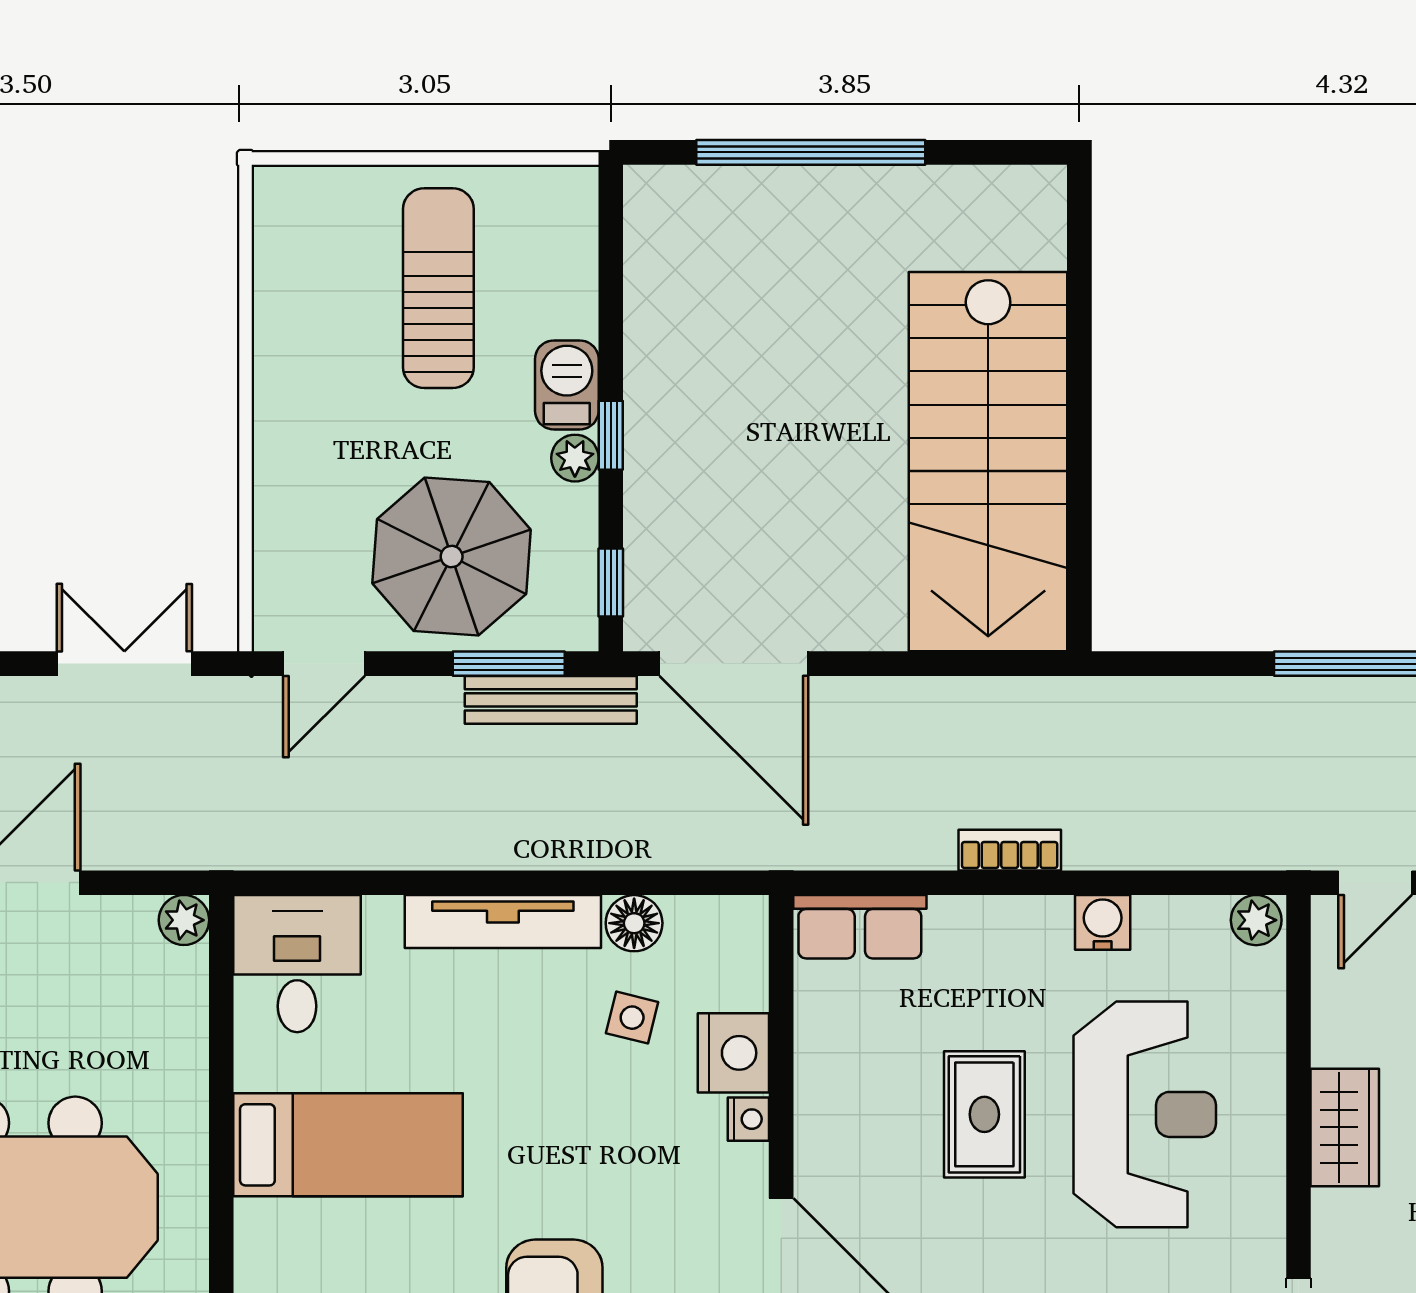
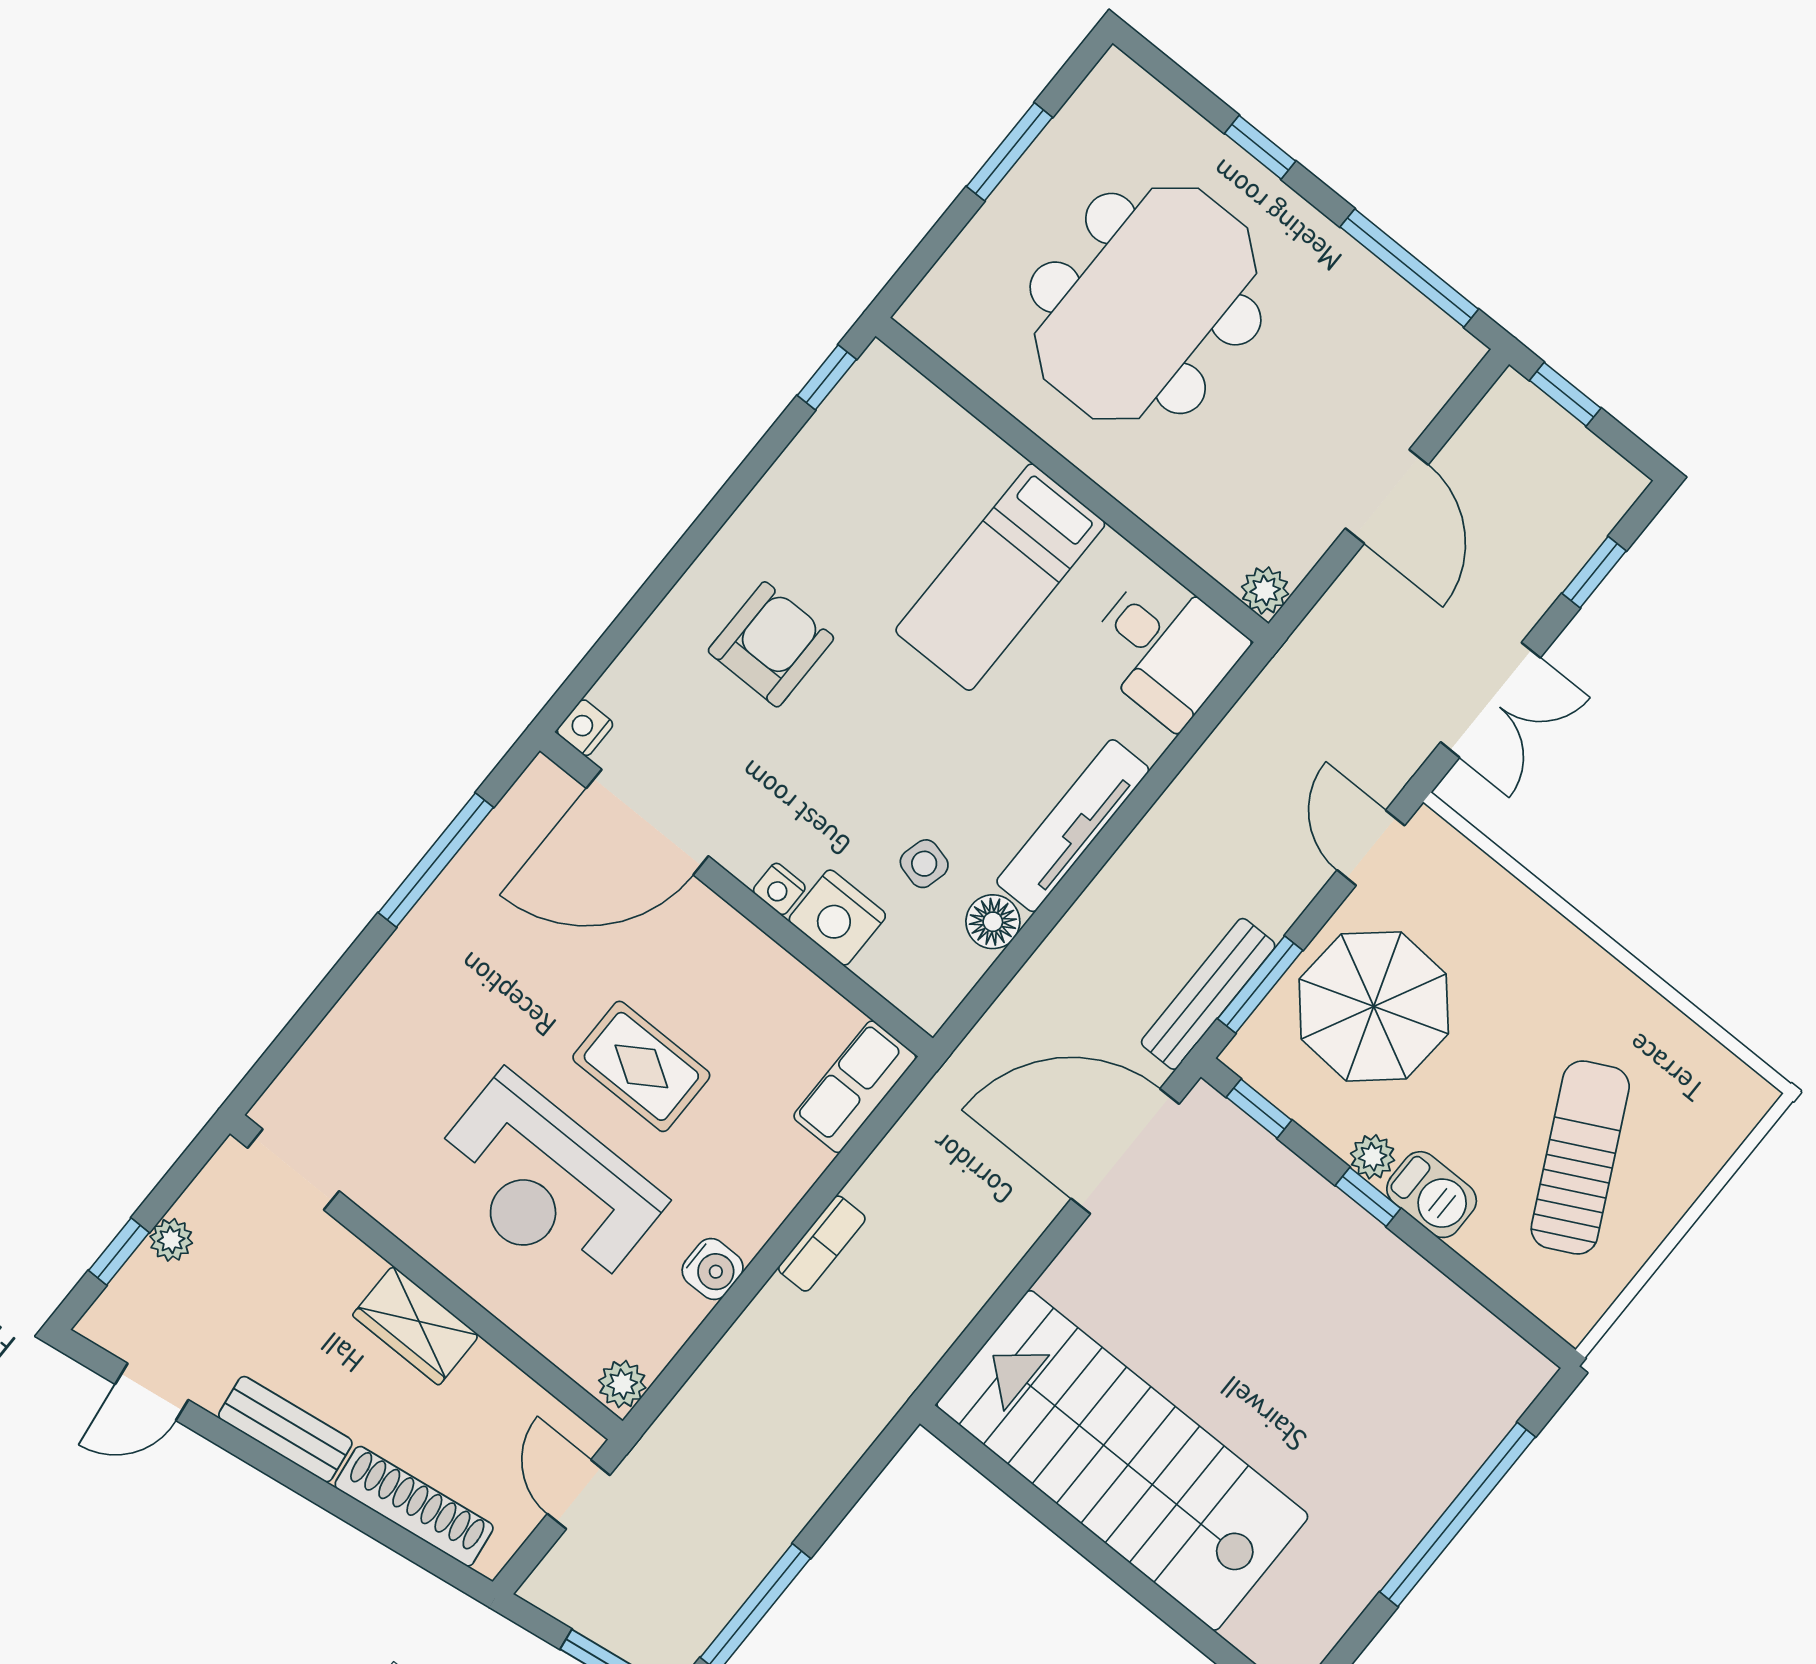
sun lounger: (438, 288) -> (1580, 1158), turned -117

